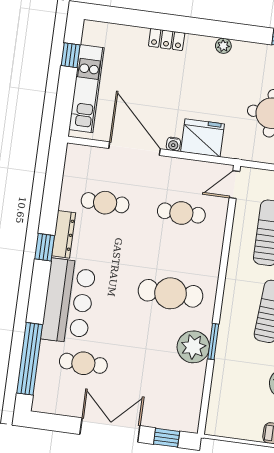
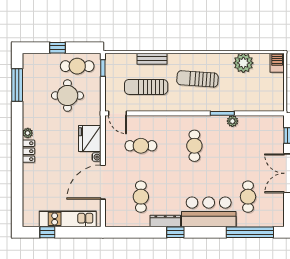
locker: (167, 40) -> (28, 151), moved
cafe table: (181, 213) -> (141, 146), turned 90
cafe table: (170, 293) -> (194, 146), width x0.73, depth x0.74
plant: (193, 347) -> (232, 121), width x0.53, depth x0.53

